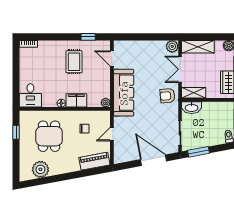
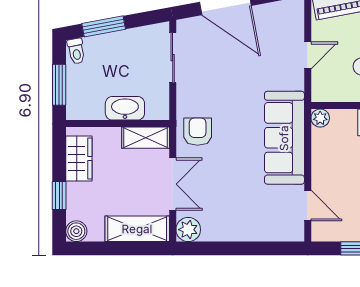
armchair: (167, 96) -> (198, 132), turned -85
washbasin: (192, 108) -> (125, 108), moved
window: (198, 152) -> (104, 26), moved

